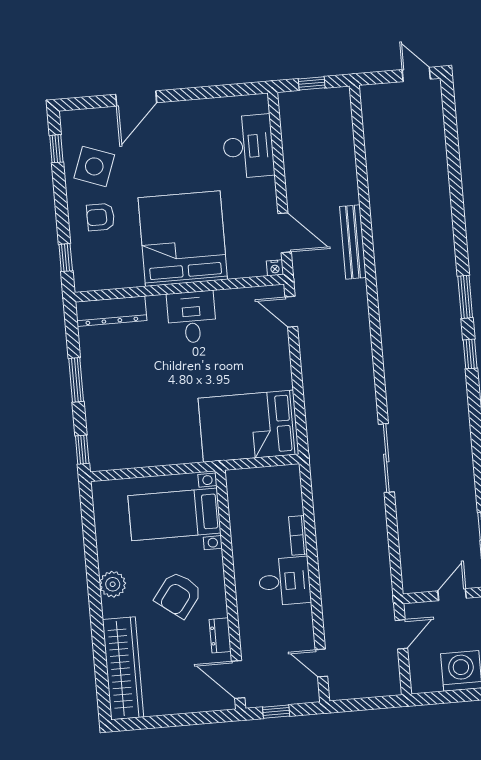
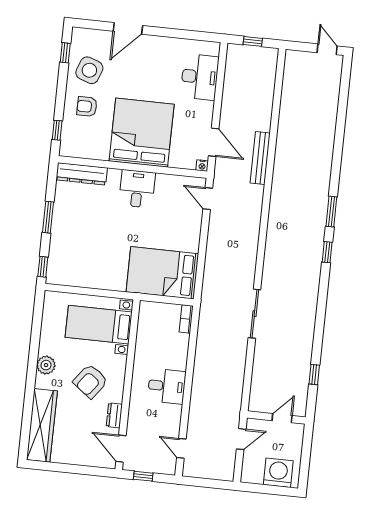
bookcase: (298, 535) -> (186, 319), moved

